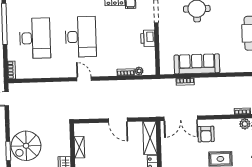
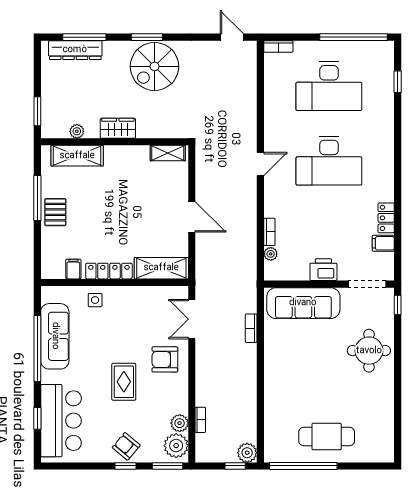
sofa: (197, 64) -> (303, 303), moved, turned 90
double door: (181, 118) -> (192, 319), width x0.73
door: (118, 120) -> (192, 217), swing flipped
spiral stairs: (26, 146) -> (154, 66), turned -90
shelving: (79, 147) -> (168, 153), moved

